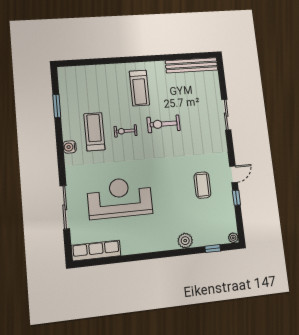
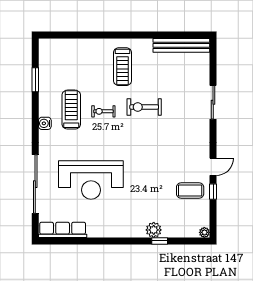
coffee table: (202, 185) -> (190, 190), moved, turned 90
reception desk: (120, 198) -> (91, 180), turned 180
sliding door: (65, 207) -> (35, 184), width x1.36
window: (213, 249) -> (160, 241), moved

